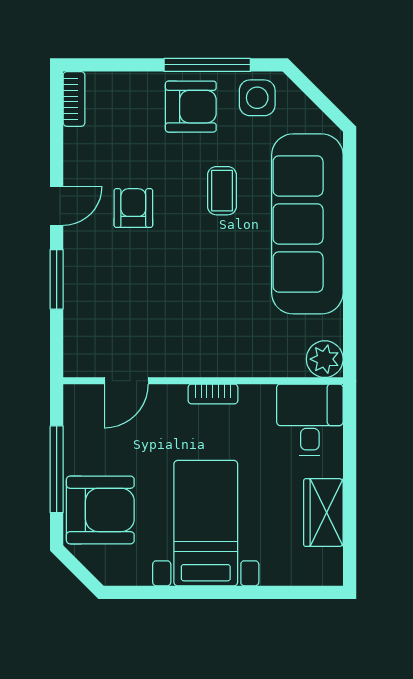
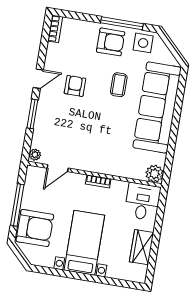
plant: (75, 361) -> (35, 155), added

